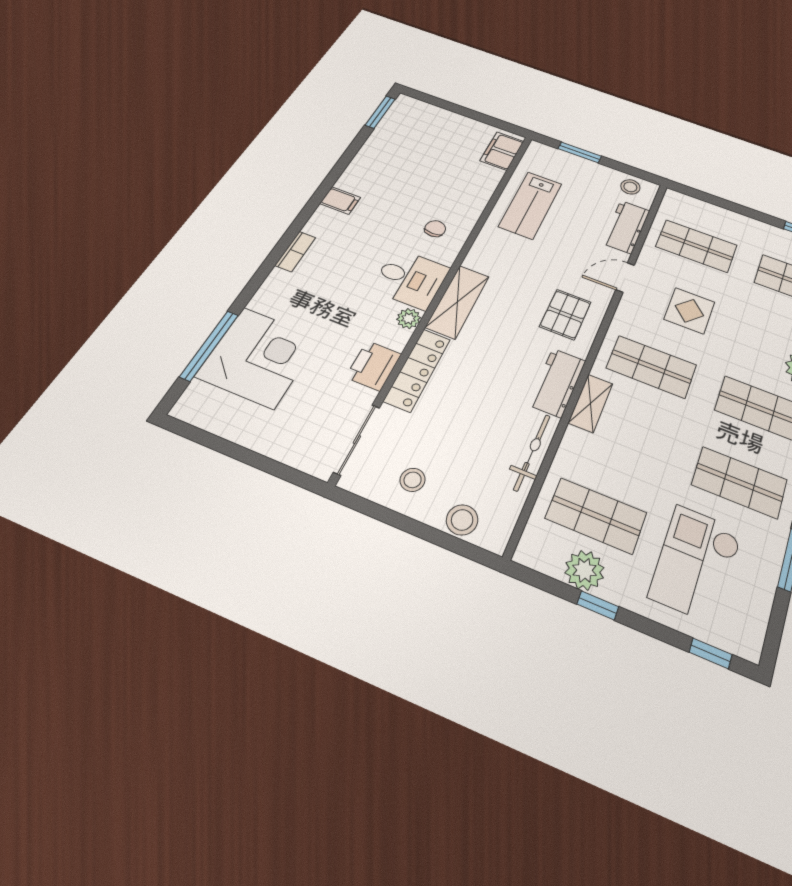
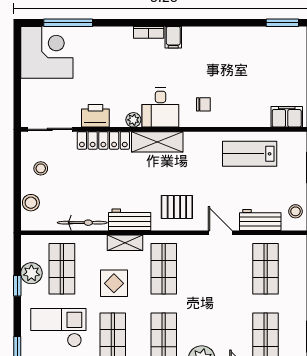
filing cabinet: (340, 200) -> (173, 37), moved
display table: (689, 311) -> (114, 283), moved
corner desk: (258, 357) -> (47, 52), moved, turned -90

